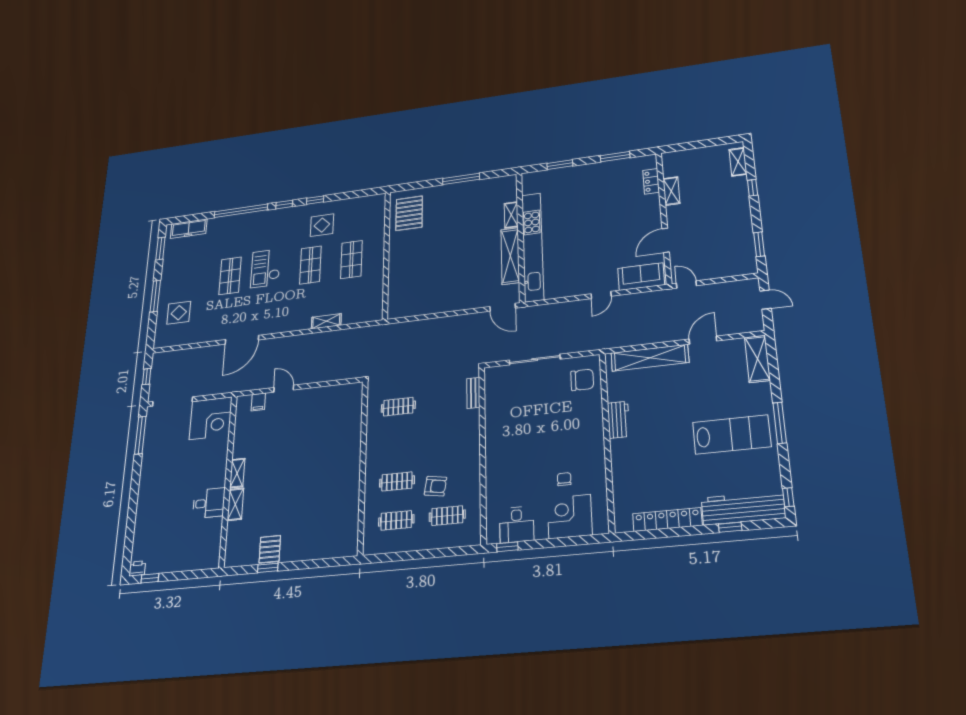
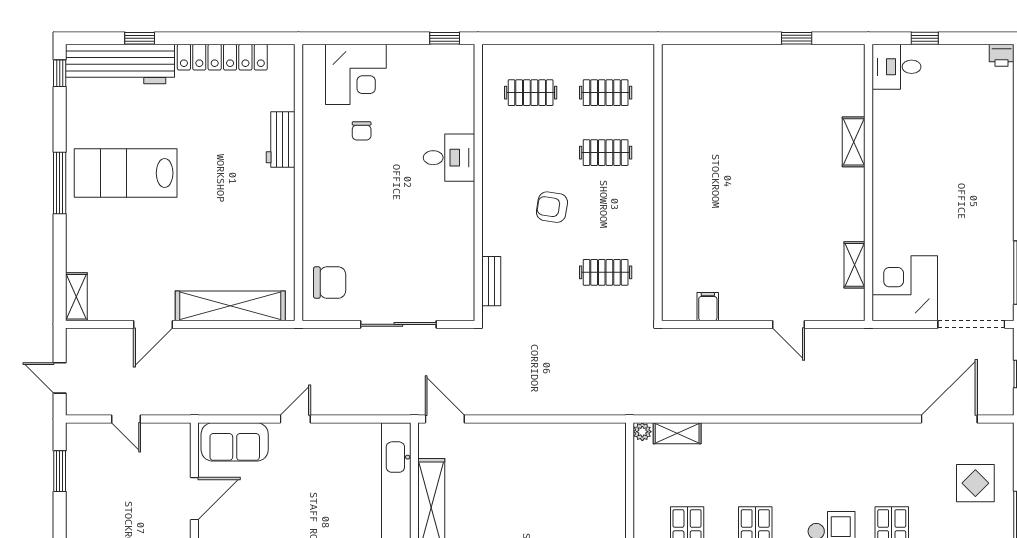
door: (686, 284) -> (126, 419), moved
plant: (377, 316) -> (642, 432), added
shelving: (326, 321) -> (677, 433), moved
door: (242, 340) -> (949, 419), moved
shelving: (757, 359) -> (76, 297), width x0.67, depth x0.75
chair: (582, 380) -> (330, 283), turned 180
filing cabinet: (258, 402) -> (708, 307), moved
workbench: (618, 420) -> (281, 139), moved
shelving: (237, 473) -> (854, 265), moved
armchair: (435, 486) -> (552, 207), moved
desk: (209, 503) -> (896, 67), moved
desk: (517, 525) -> (449, 158), moved, turned 90
pallet: (270, 549) -> (795, 66), removed
window: (150, 578) -> (925, 38), moved

